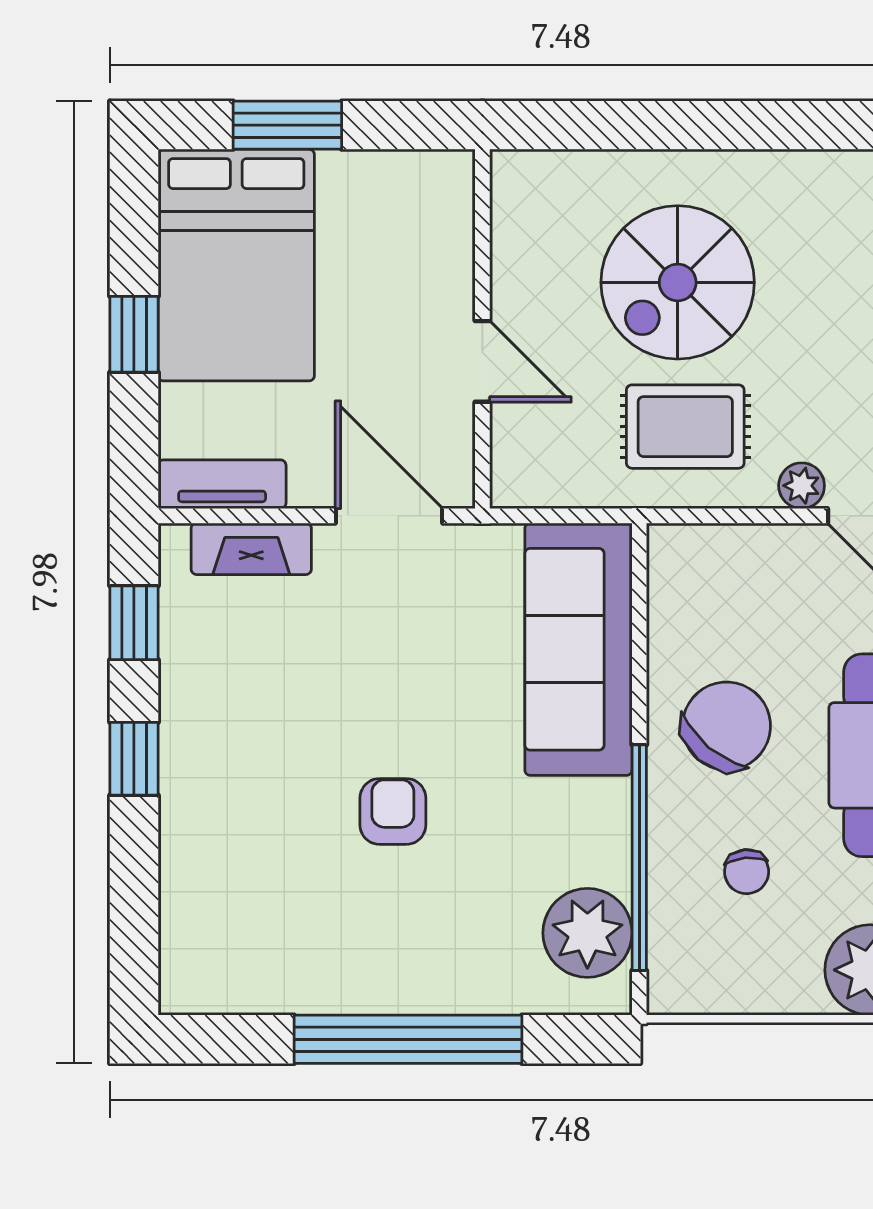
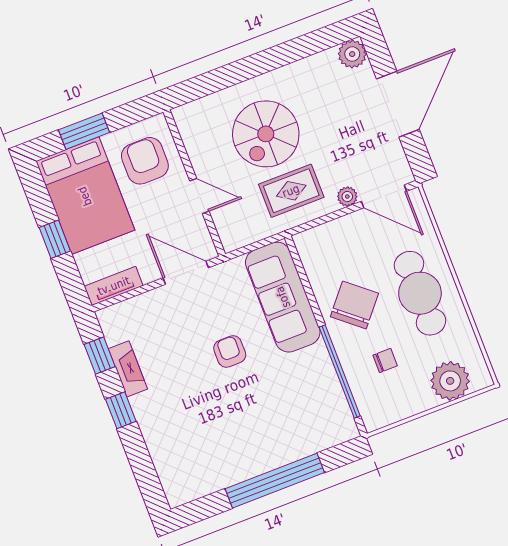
armchair: (394, 240) -> (145, 161), added
fireplace: (251, 549) -> (128, 369), moved, turned -90
armchair: (393, 811) -> (230, 352), moved
chair: (747, 872) -> (385, 361), turned -85
plant: (587, 933) -> (331, 410), removed

